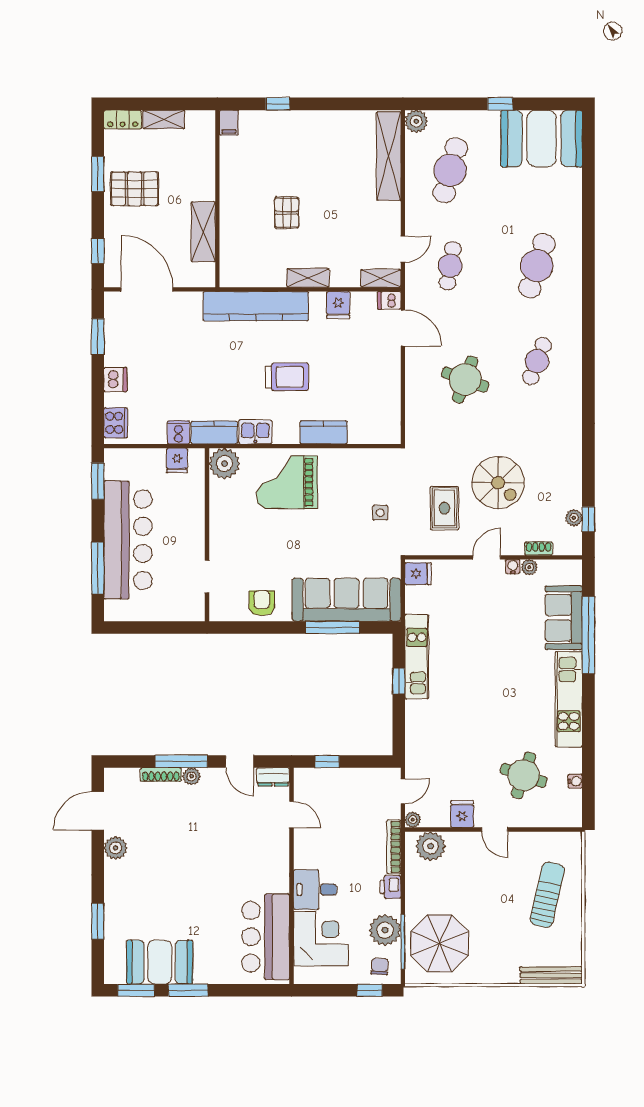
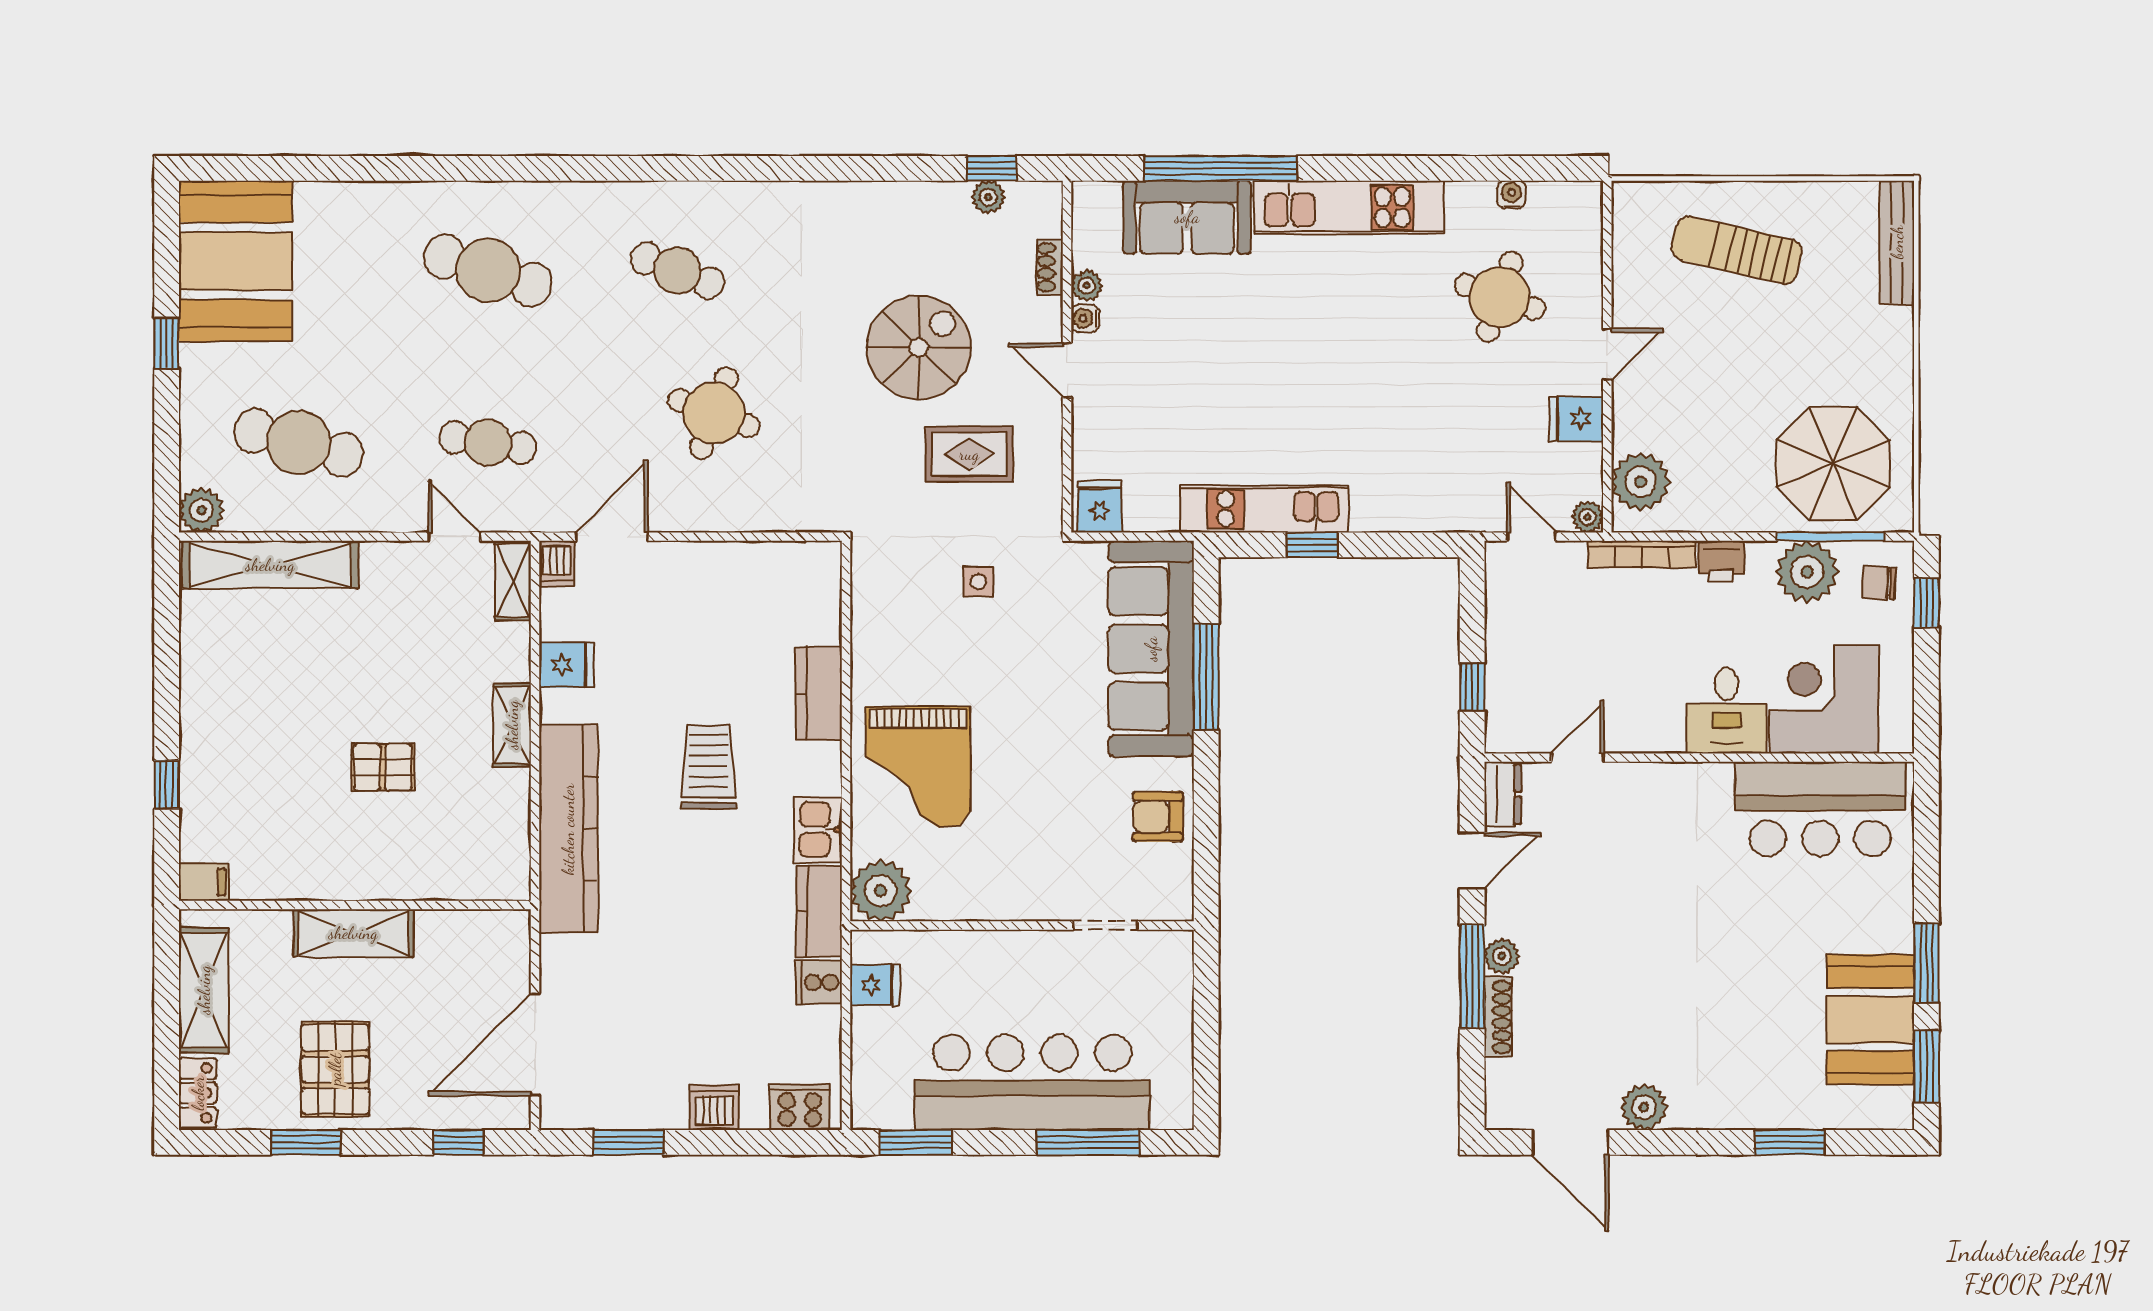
shelving: (164, 119) -> (204, 990), width x1.50, depth x1.33
shelving: (203, 232) -> (353, 933), moved

